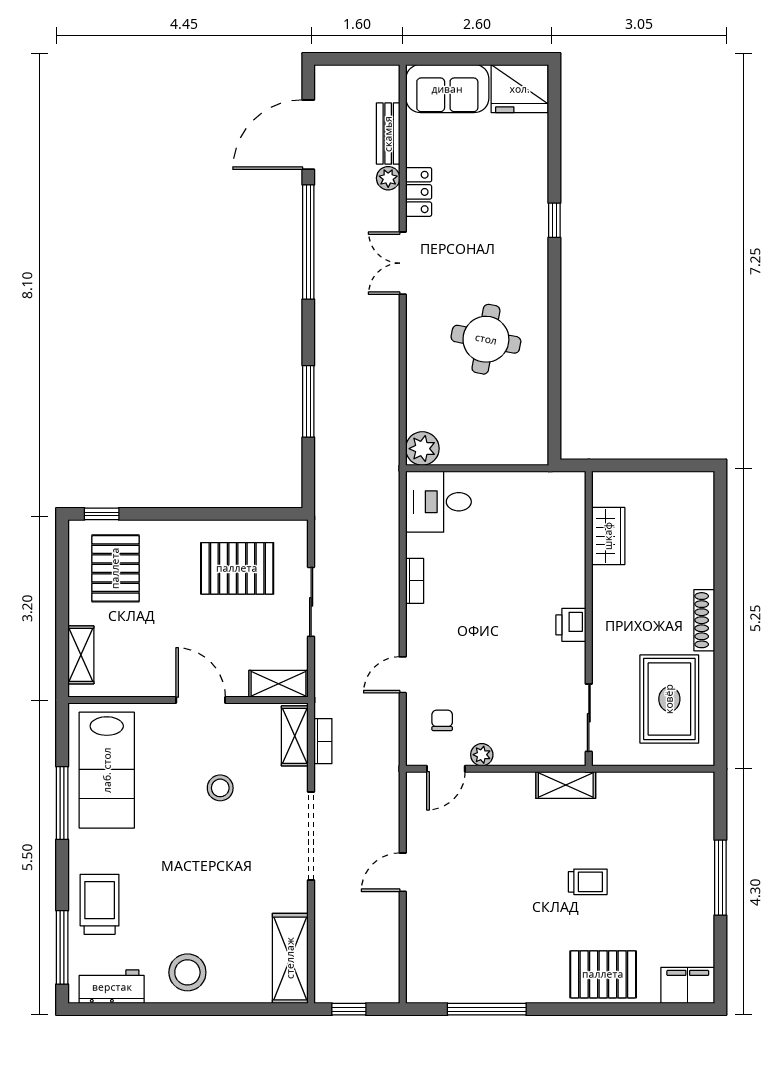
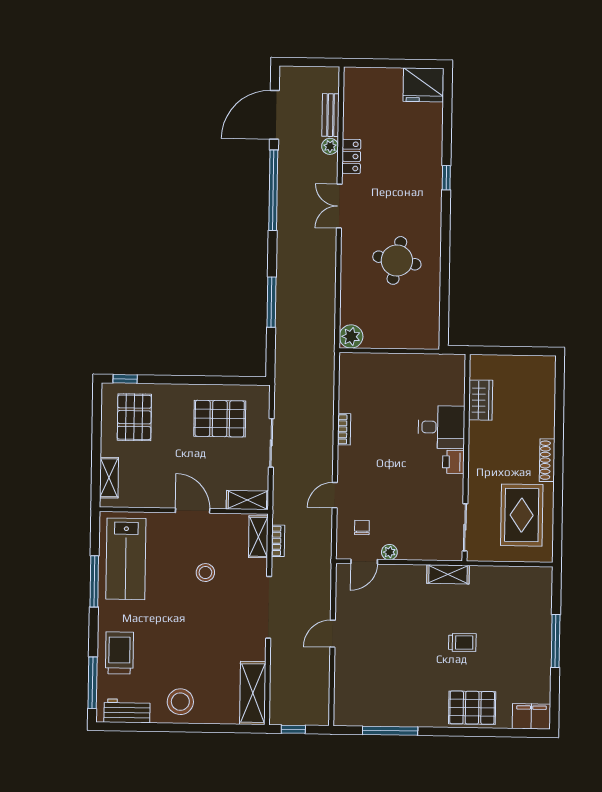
sofa: (447, 89) -> (373, 84), removed
desk: (438, 502) -> (441, 427), moved, turned 180

